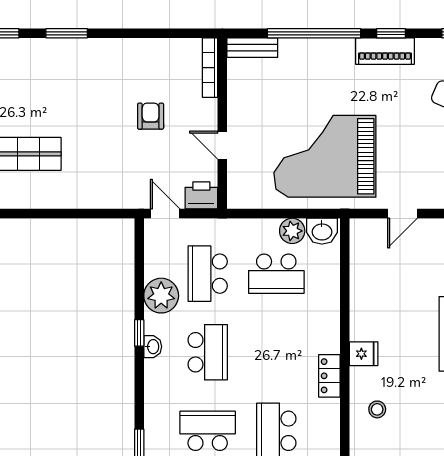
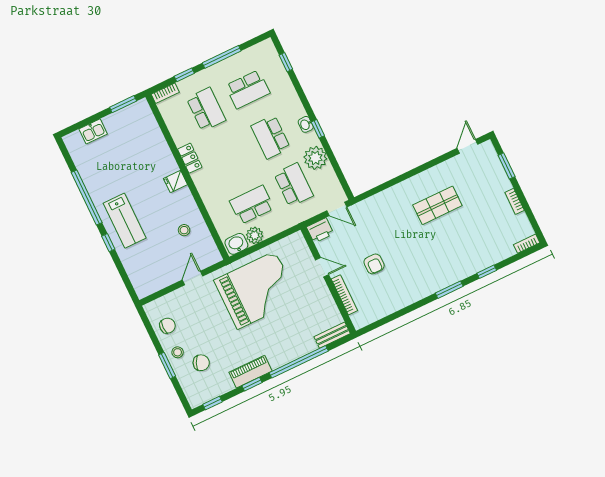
bookcase: (210, 68) -> (344, 295), moved
stool: (377, 409) -> (184, 230), moved

